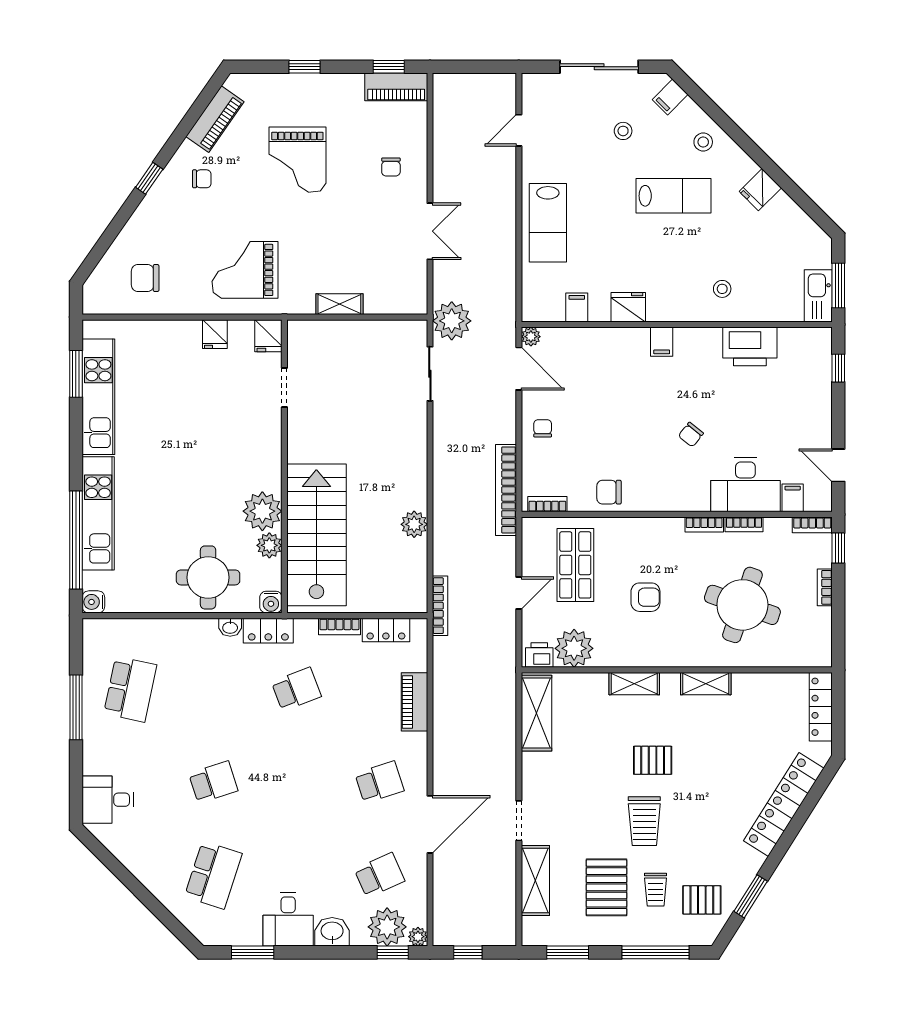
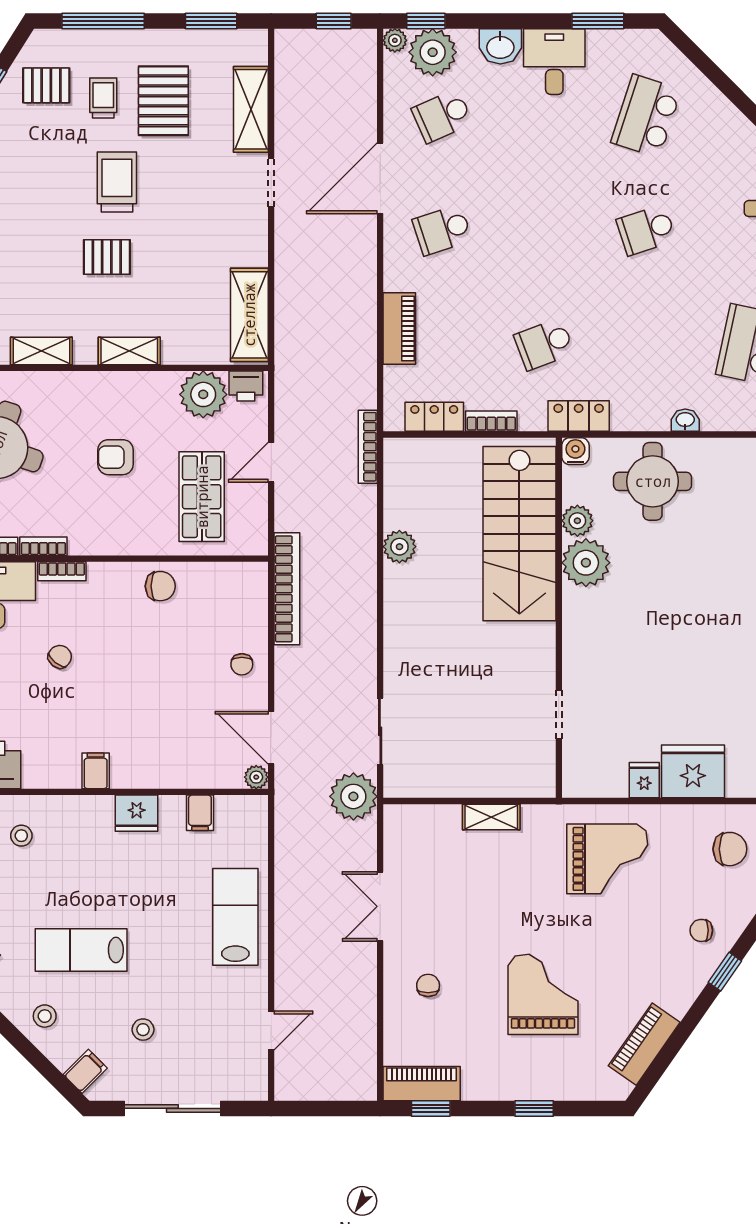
chair: (202, 179) -> (701, 930), moved
fridge: (268, 336) -> (693, 771), moved, width x1.88, depth x1.34
bookcase: (547, 504) -> (62, 571), moved
washbasin: (230, 627) -> (685, 420), moved

